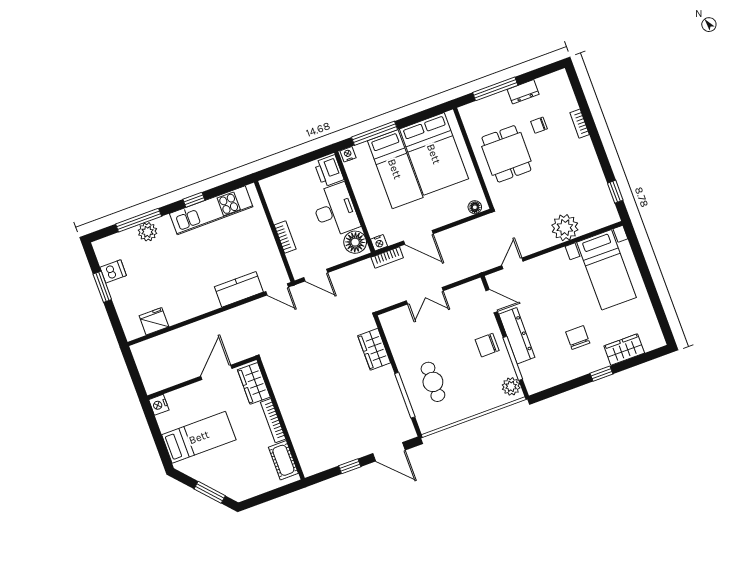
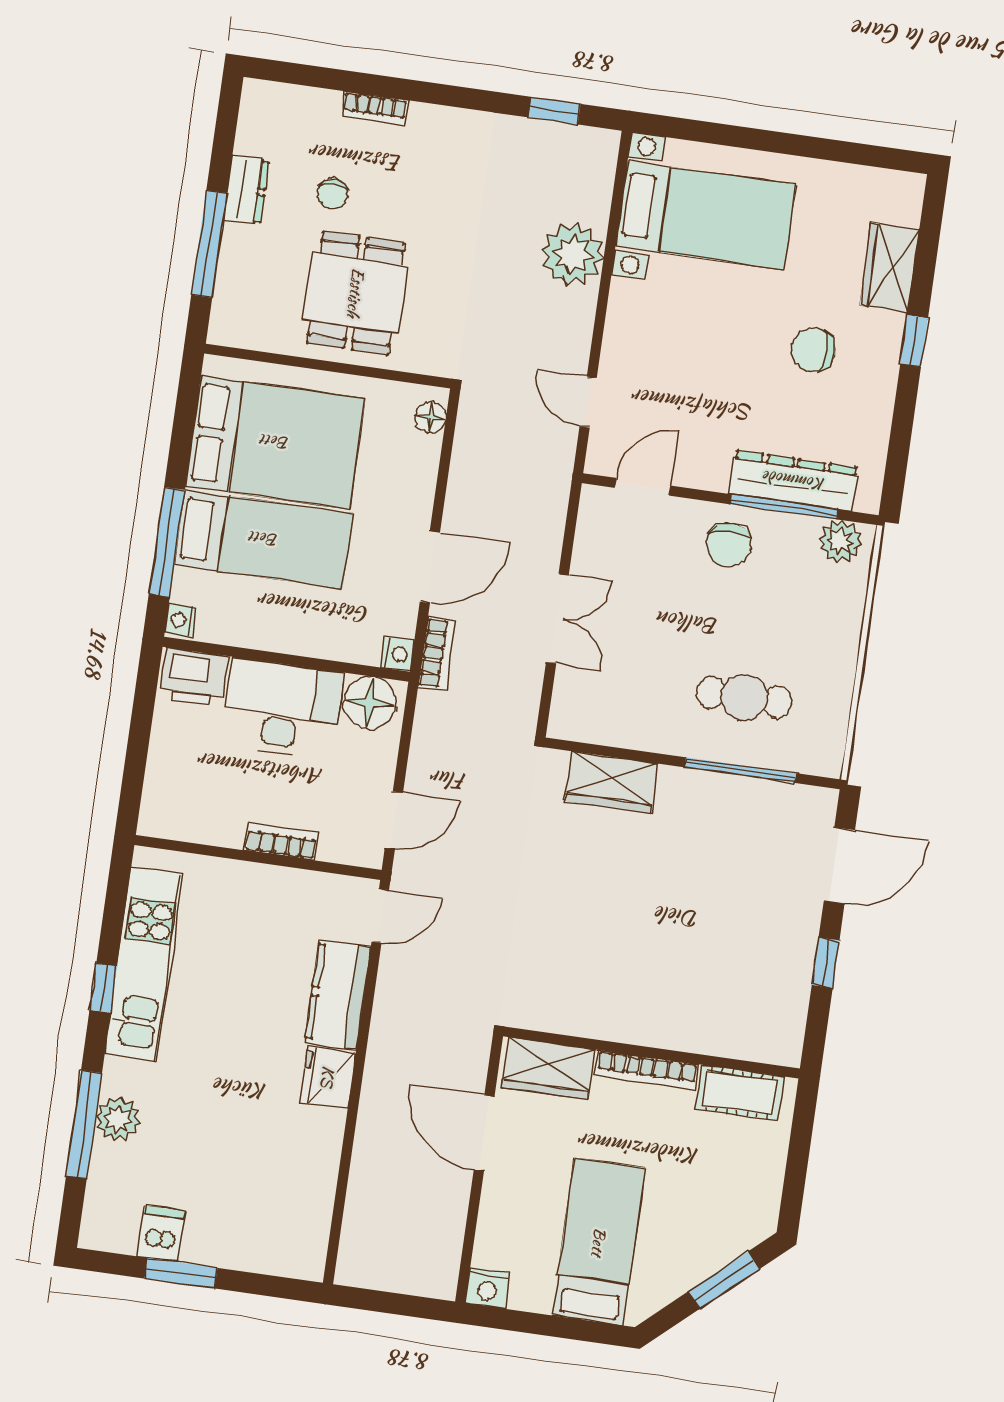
dining table: (506, 154) -> (356, 293), turned 90
fridge: (154, 321) -> (328, 1077), moved
dresser: (517, 336) -> (794, 481), moved

